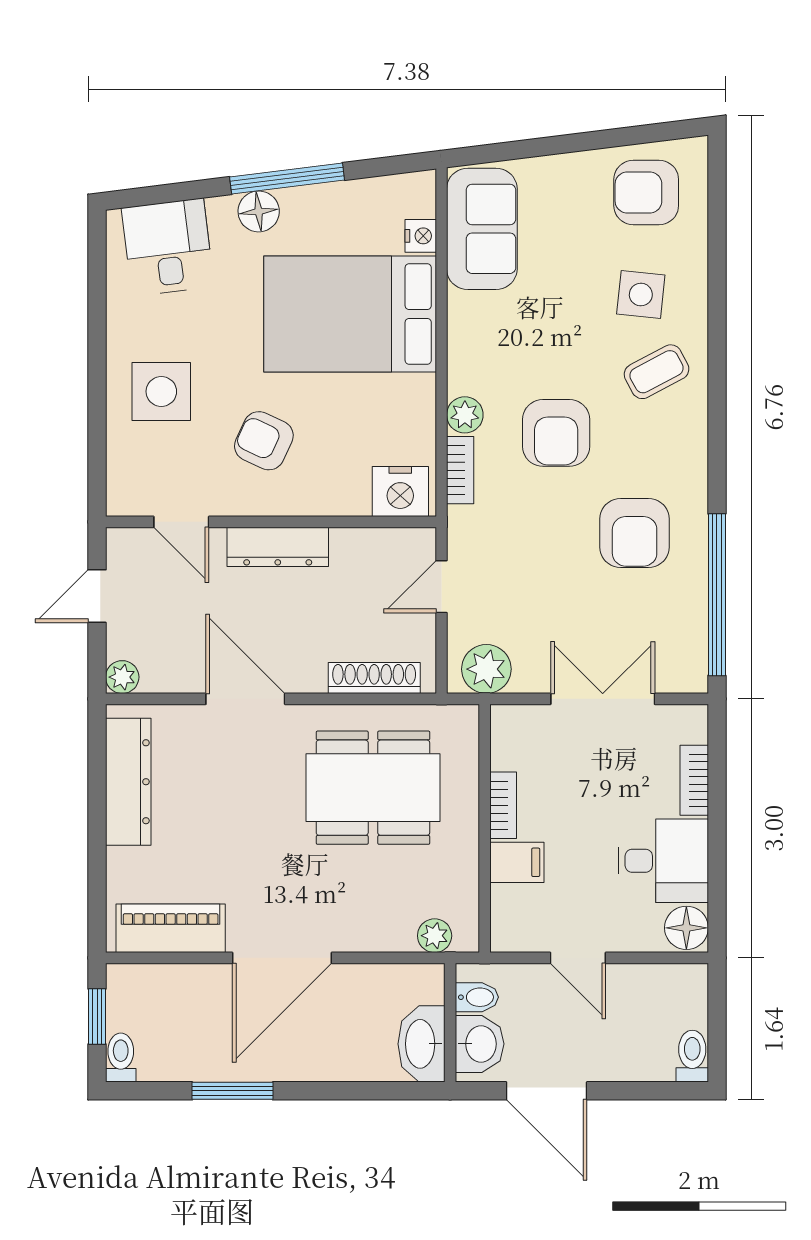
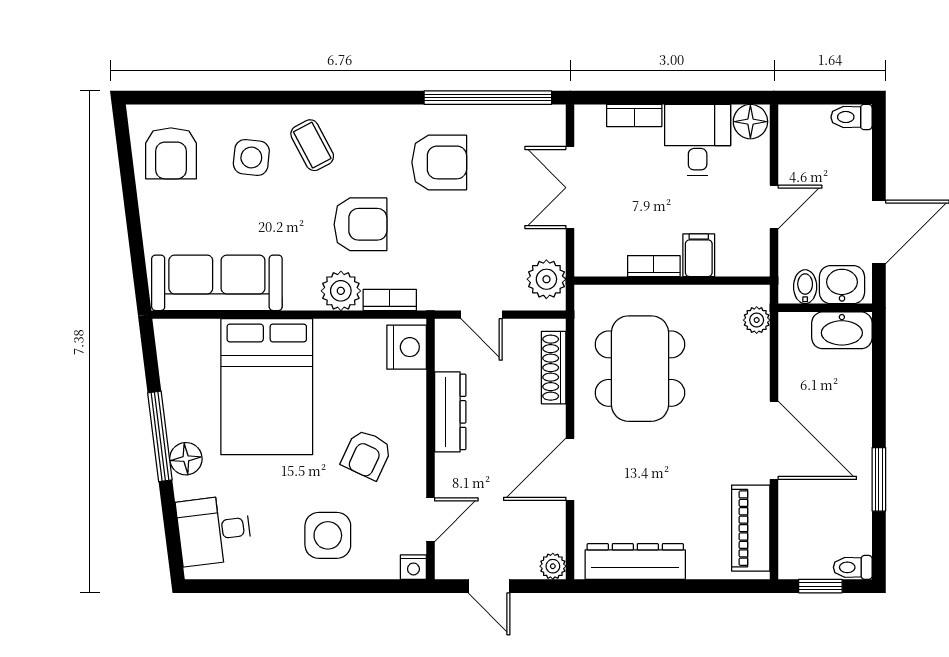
sofa: (482, 229) -> (217, 283), width x1.36
nightstand: (421, 236) -> (413, 567), moved, turned 180
plant: (465, 415) -> (341, 291), width x1.38, depth x1.38
dresser: (278, 547) -> (450, 412), moved

